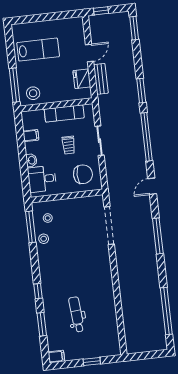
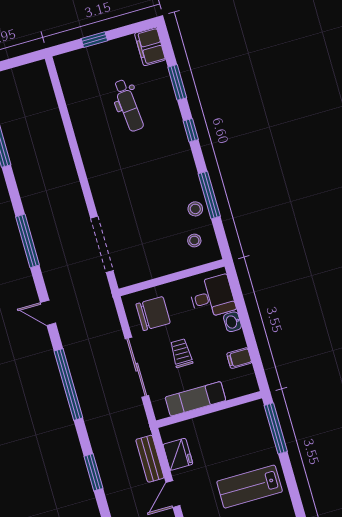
window: (141, 91) -> (93, 472), moved
stool: (33, 93) -> (246, 421), removed
sliding door: (100, 141) -> (137, 367), width x1.37
chair: (83, 174) -> (153, 314), turned 180
door: (152, 186) -> (48, 313), swing flipped
window: (31, 227) -> (209, 195), moved
filing cabinet: (56, 357) -> (150, 47), width x2.00

